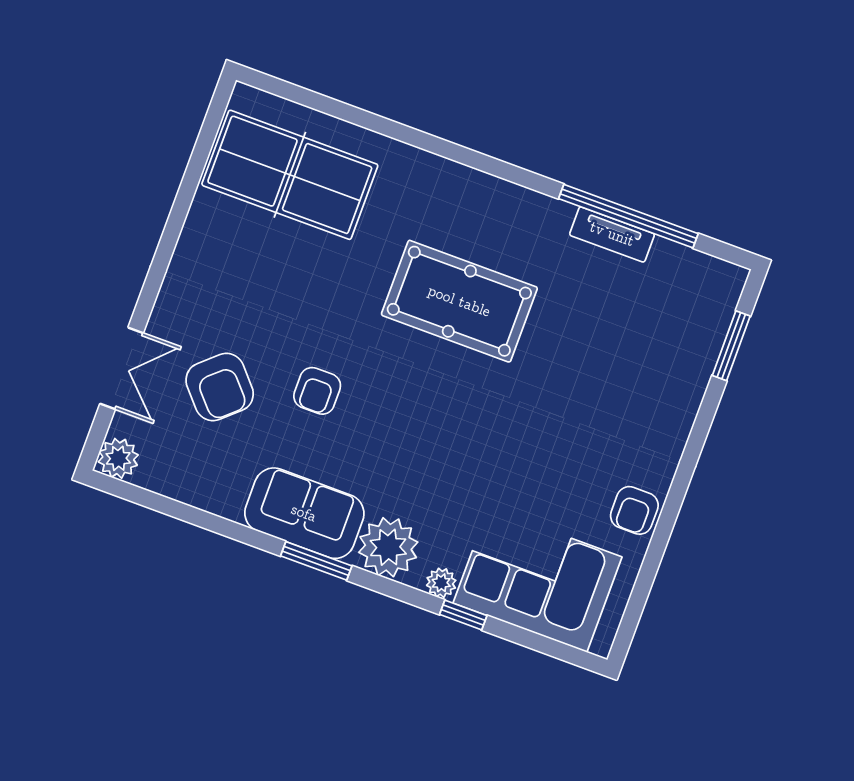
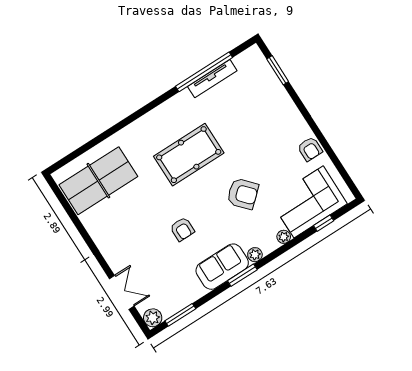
tv unit: (612, 234) -> (212, 79), width x1.41
armchair: (220, 387) -> (243, 194), moved
window: (161, 504) -> (180, 315), added
plant: (388, 547) -> (255, 255), width x0.53, depth x0.53
window: (463, 615) -> (324, 223), moved

